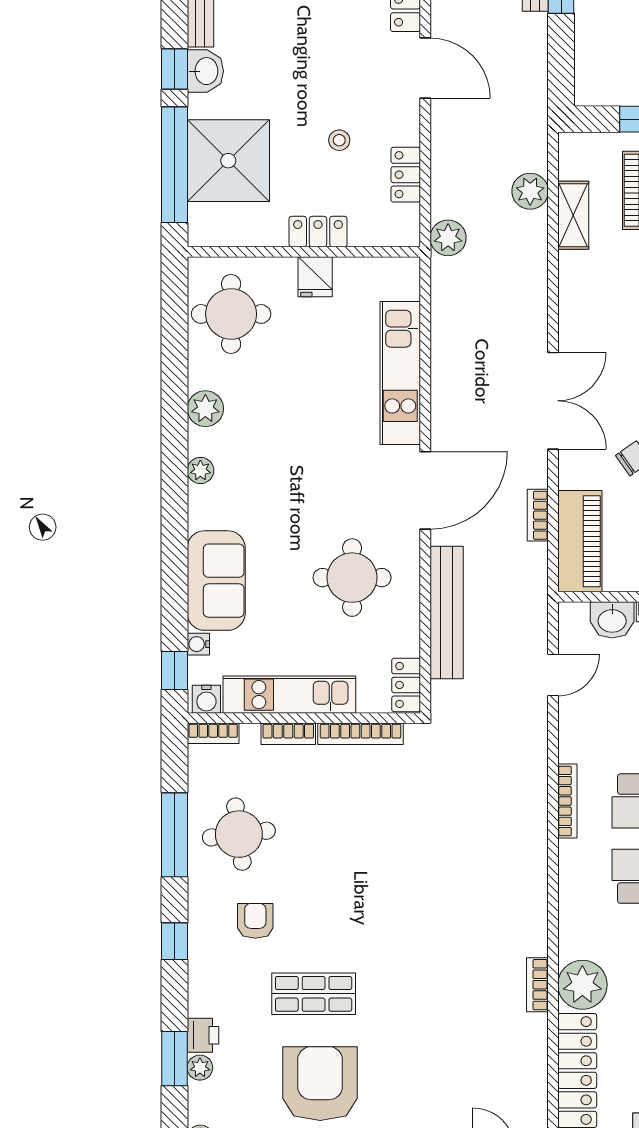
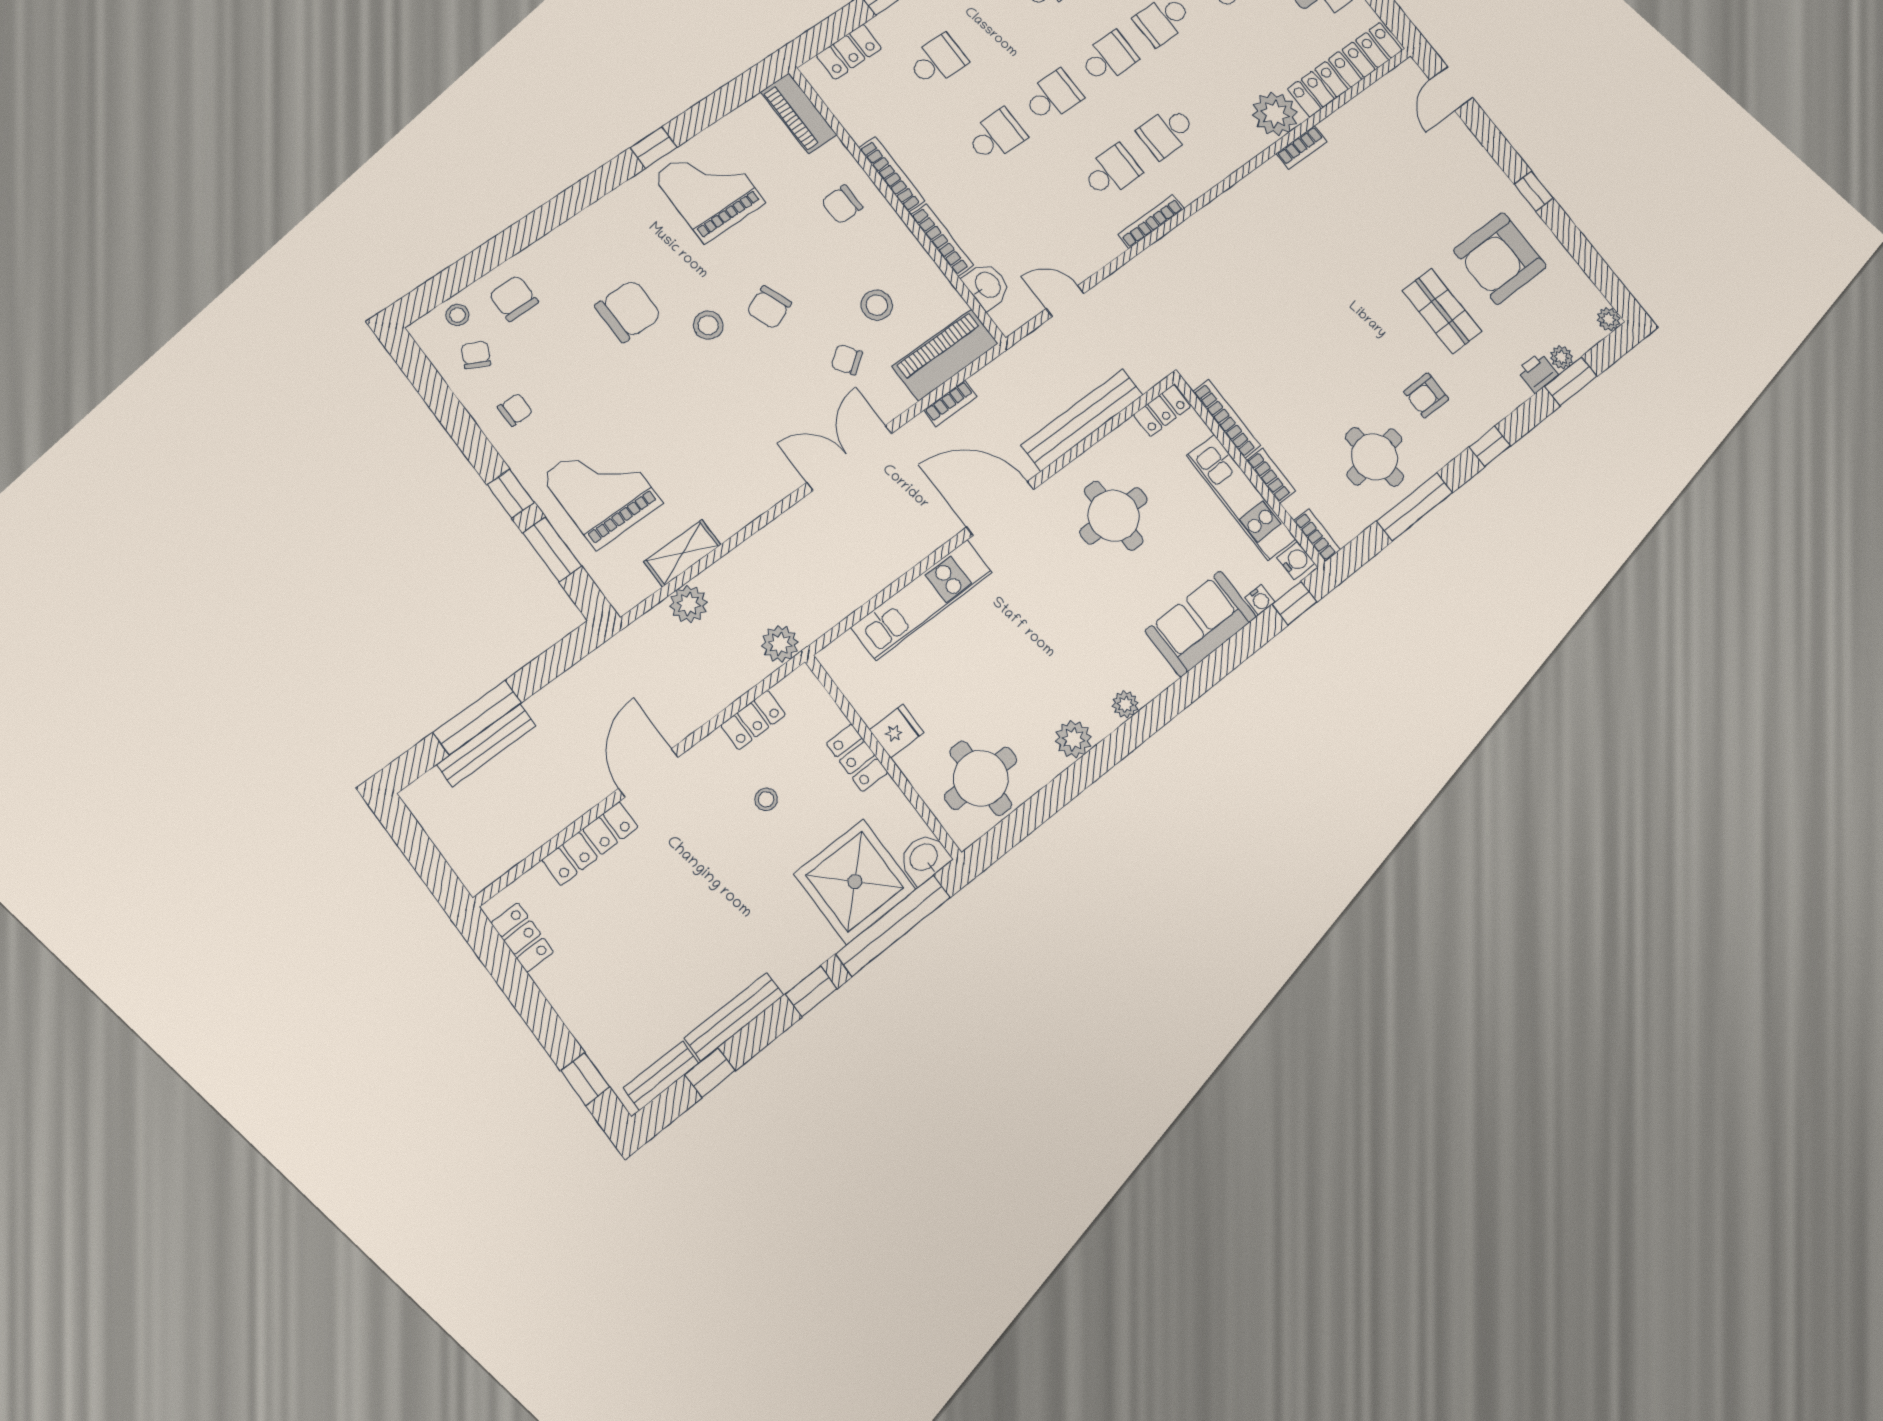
washbasin: (205, 71) -> (924, 858), moved

